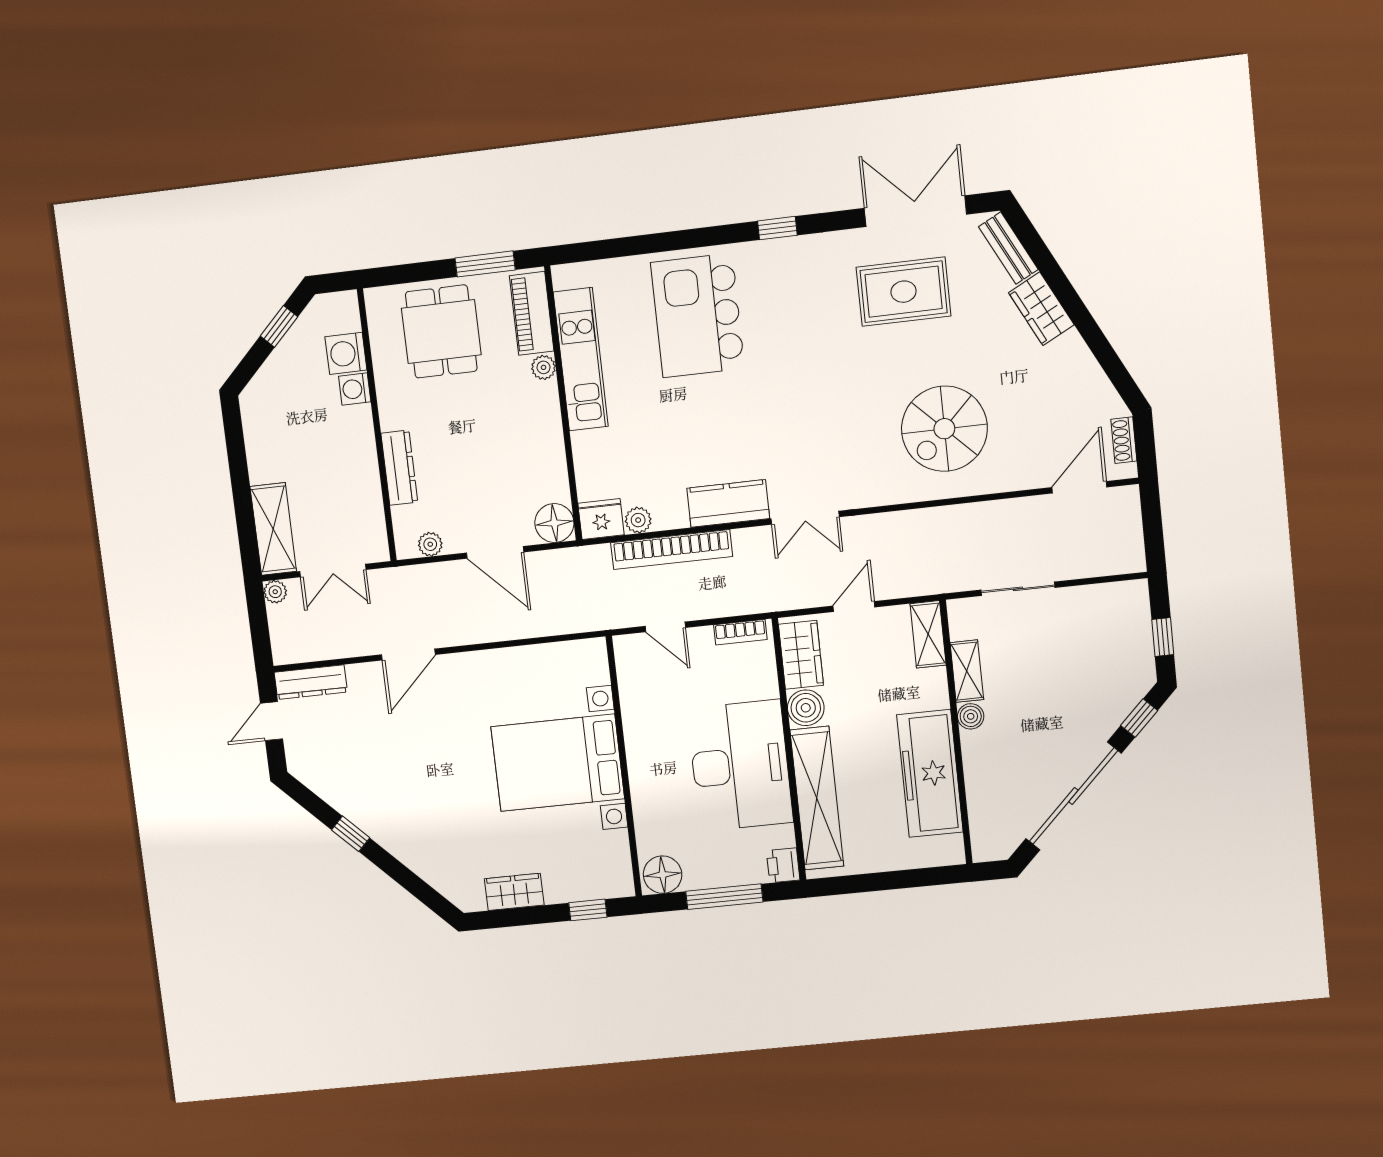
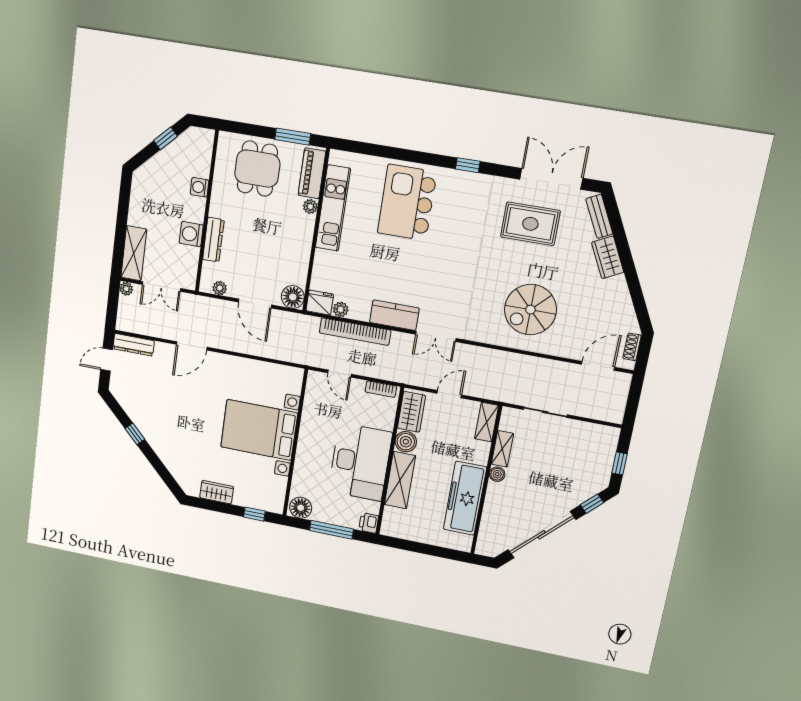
washing machine: (346, 353) -> (191, 234), moved
shelving: (817, 798) -> (400, 480), width x0.68

